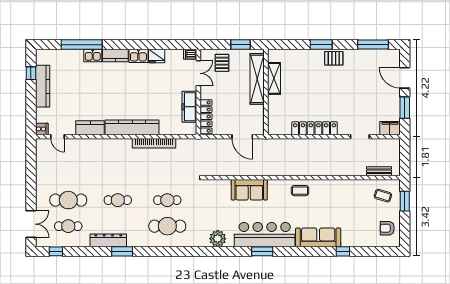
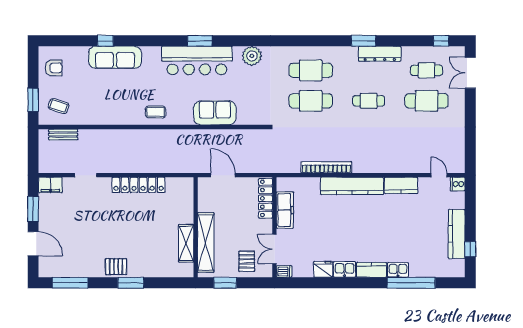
cafe table: (167, 200) -> (311, 101), width x1.37, depth x1.35
sofa: (318, 237) -> (115, 57), moved

